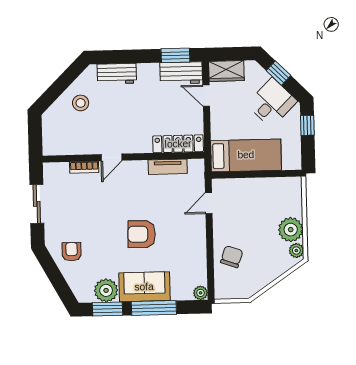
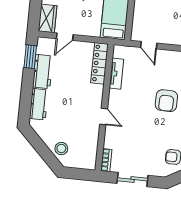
workbench: (181, 73) -> (43, 71), moved
stool: (81, 103) -> (61, 149), moved
bookcase: (84, 167) -> (106, 160), moved

